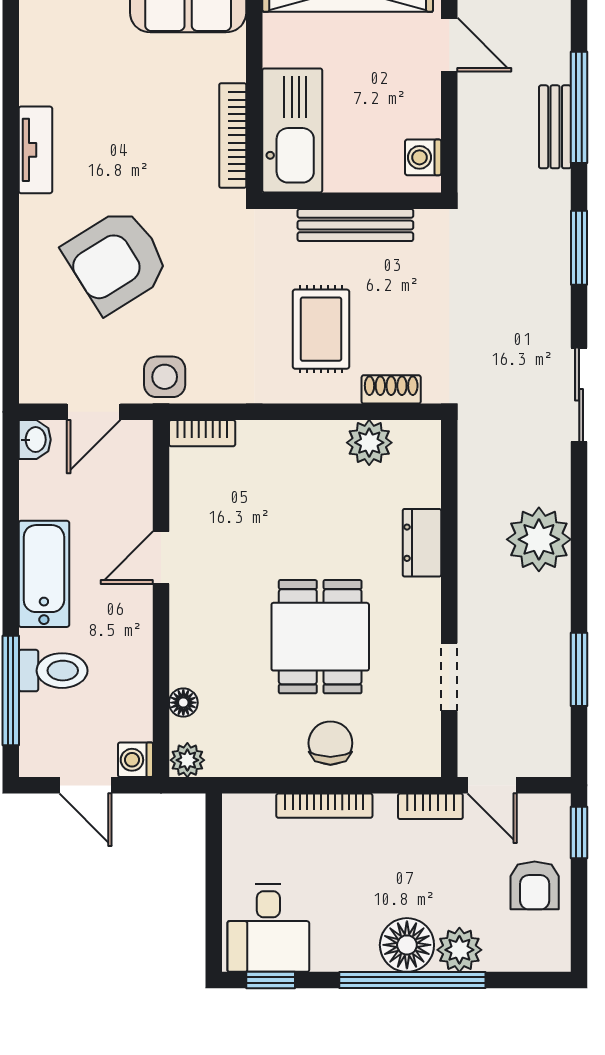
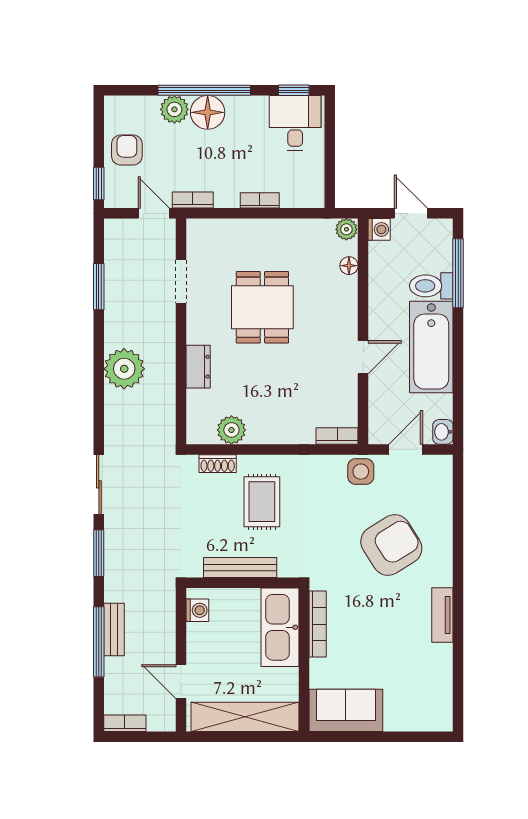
sliding door: (579, 395) -> (99, 484), moved
bathtub: (44, 574) -> (431, 347), width x1.36, depth x1.36
chair: (330, 743) -> (256, 240), removed
bookcase: (324, 806) -> (260, 200), width x0.64

